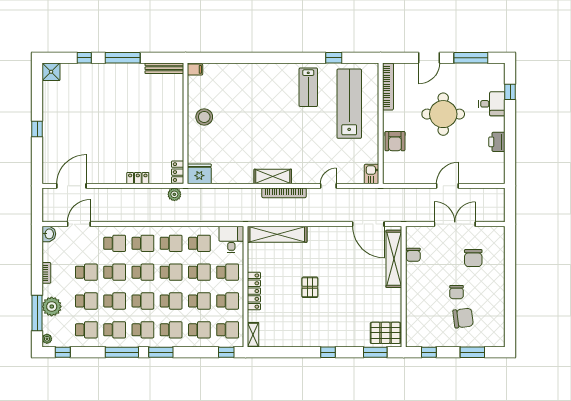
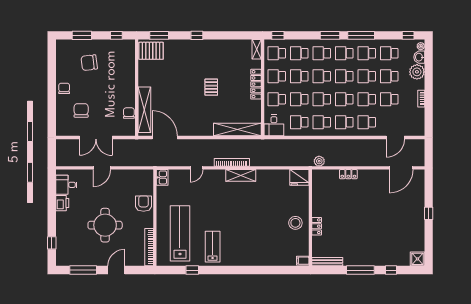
lab bench: (349, 104) -> (180, 233), turned 180
desk: (492, 104) -> (66, 185), moved
locker: (178, 172) -> (317, 226), moved
washbasin: (49, 234) -> (419, 57), moved
chair: (457, 292) -> (64, 88), moved
window: (37, 313) -> (429, 67), removed

